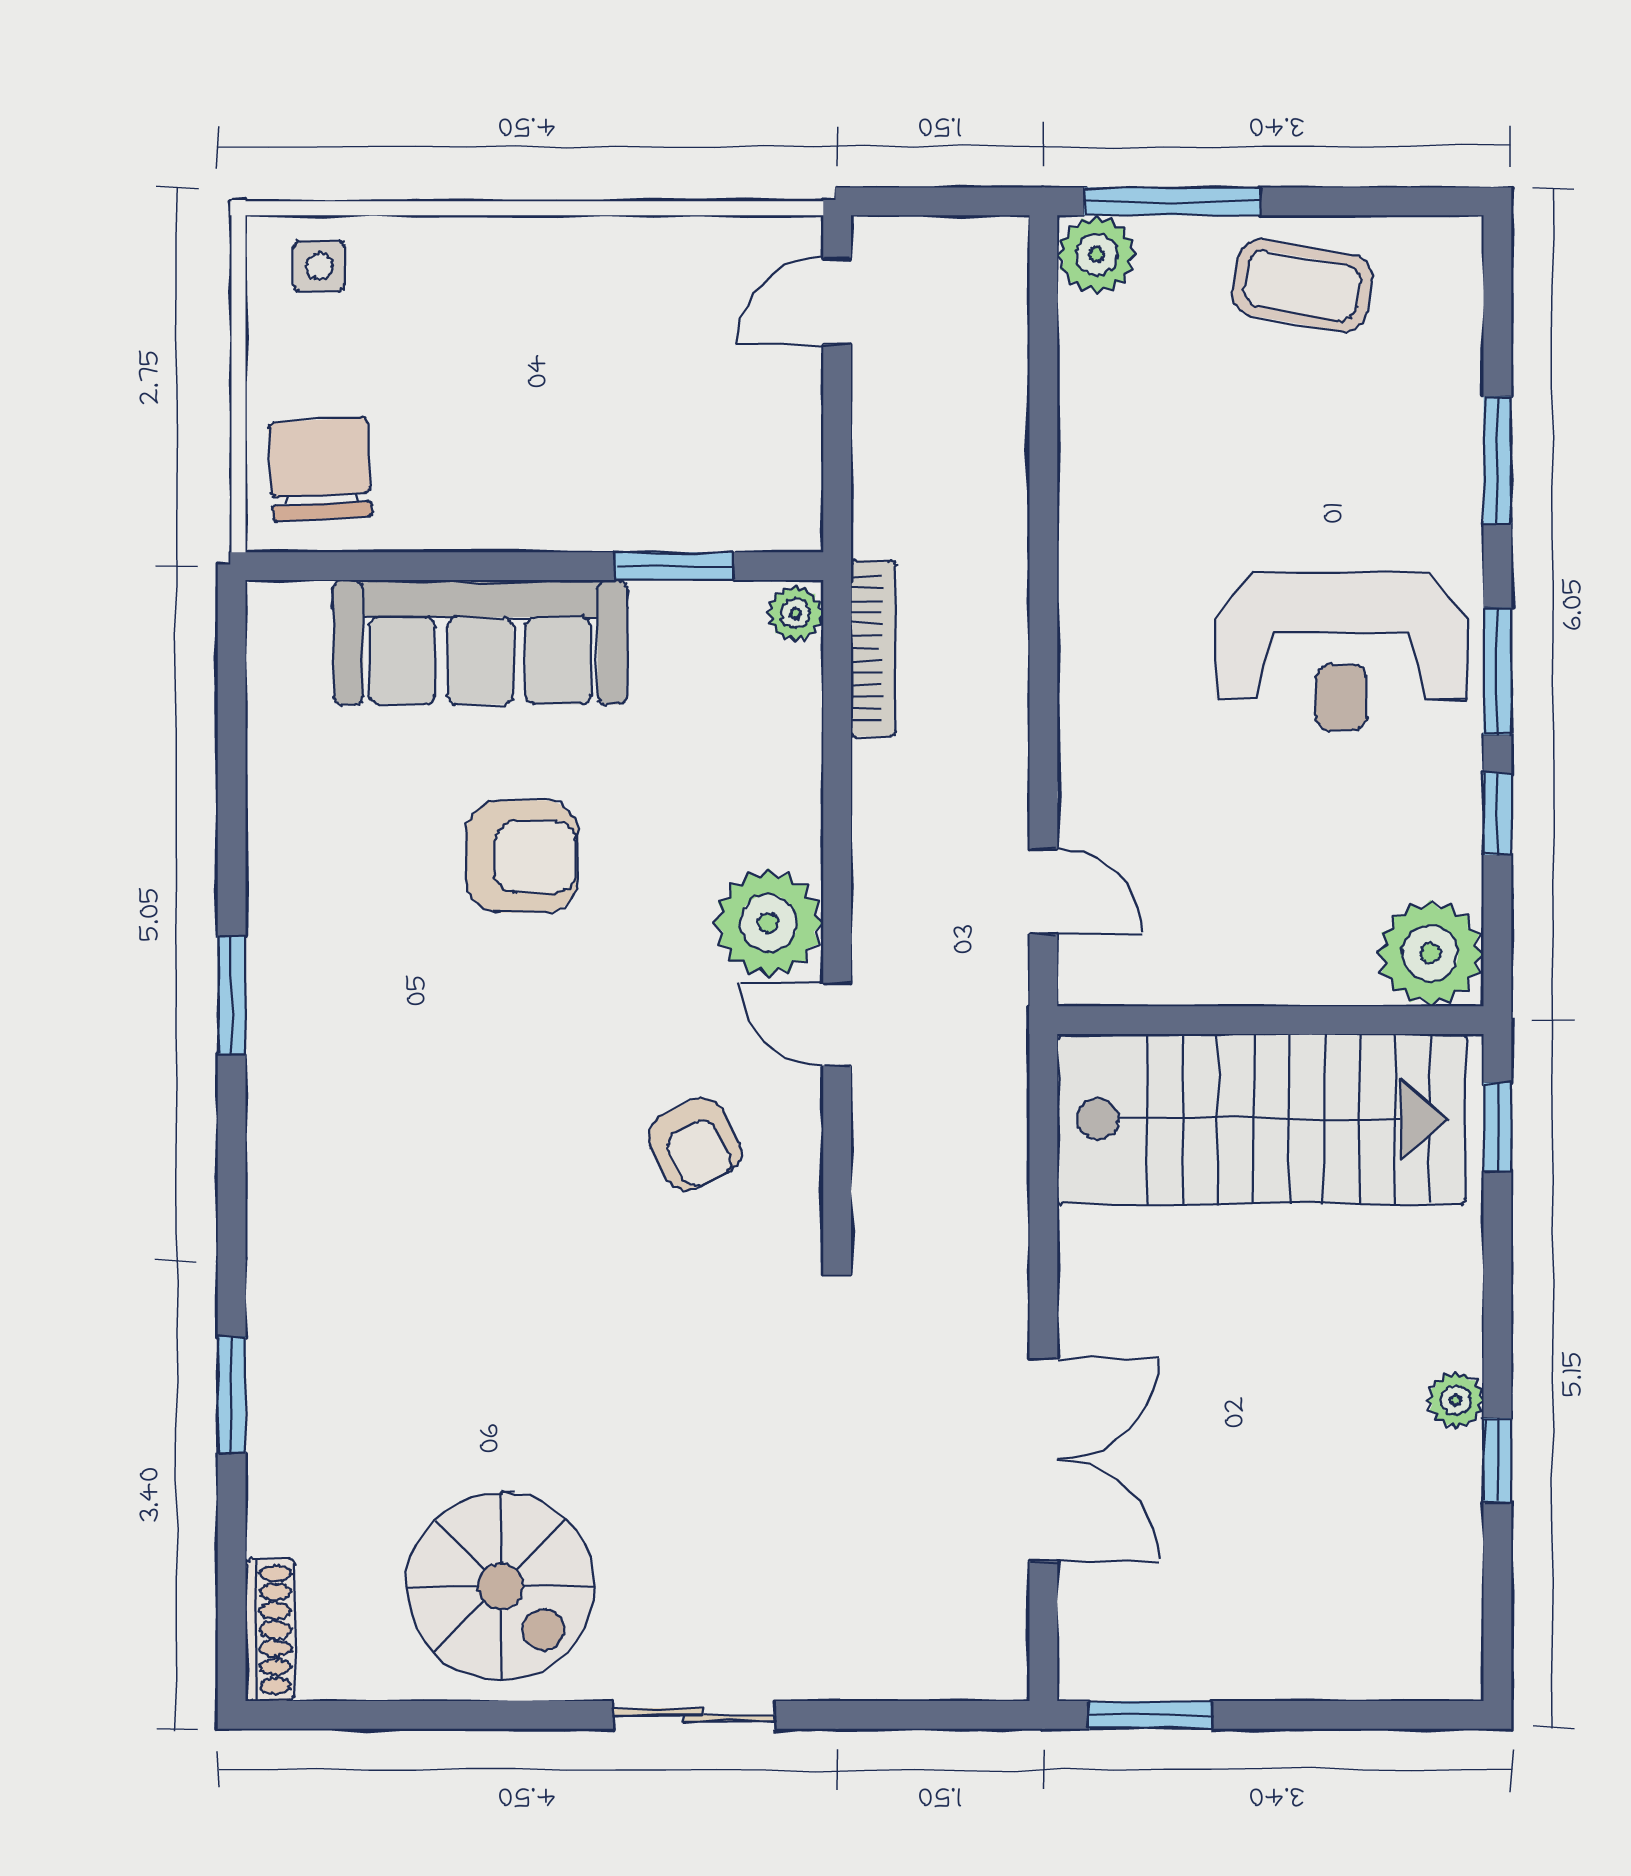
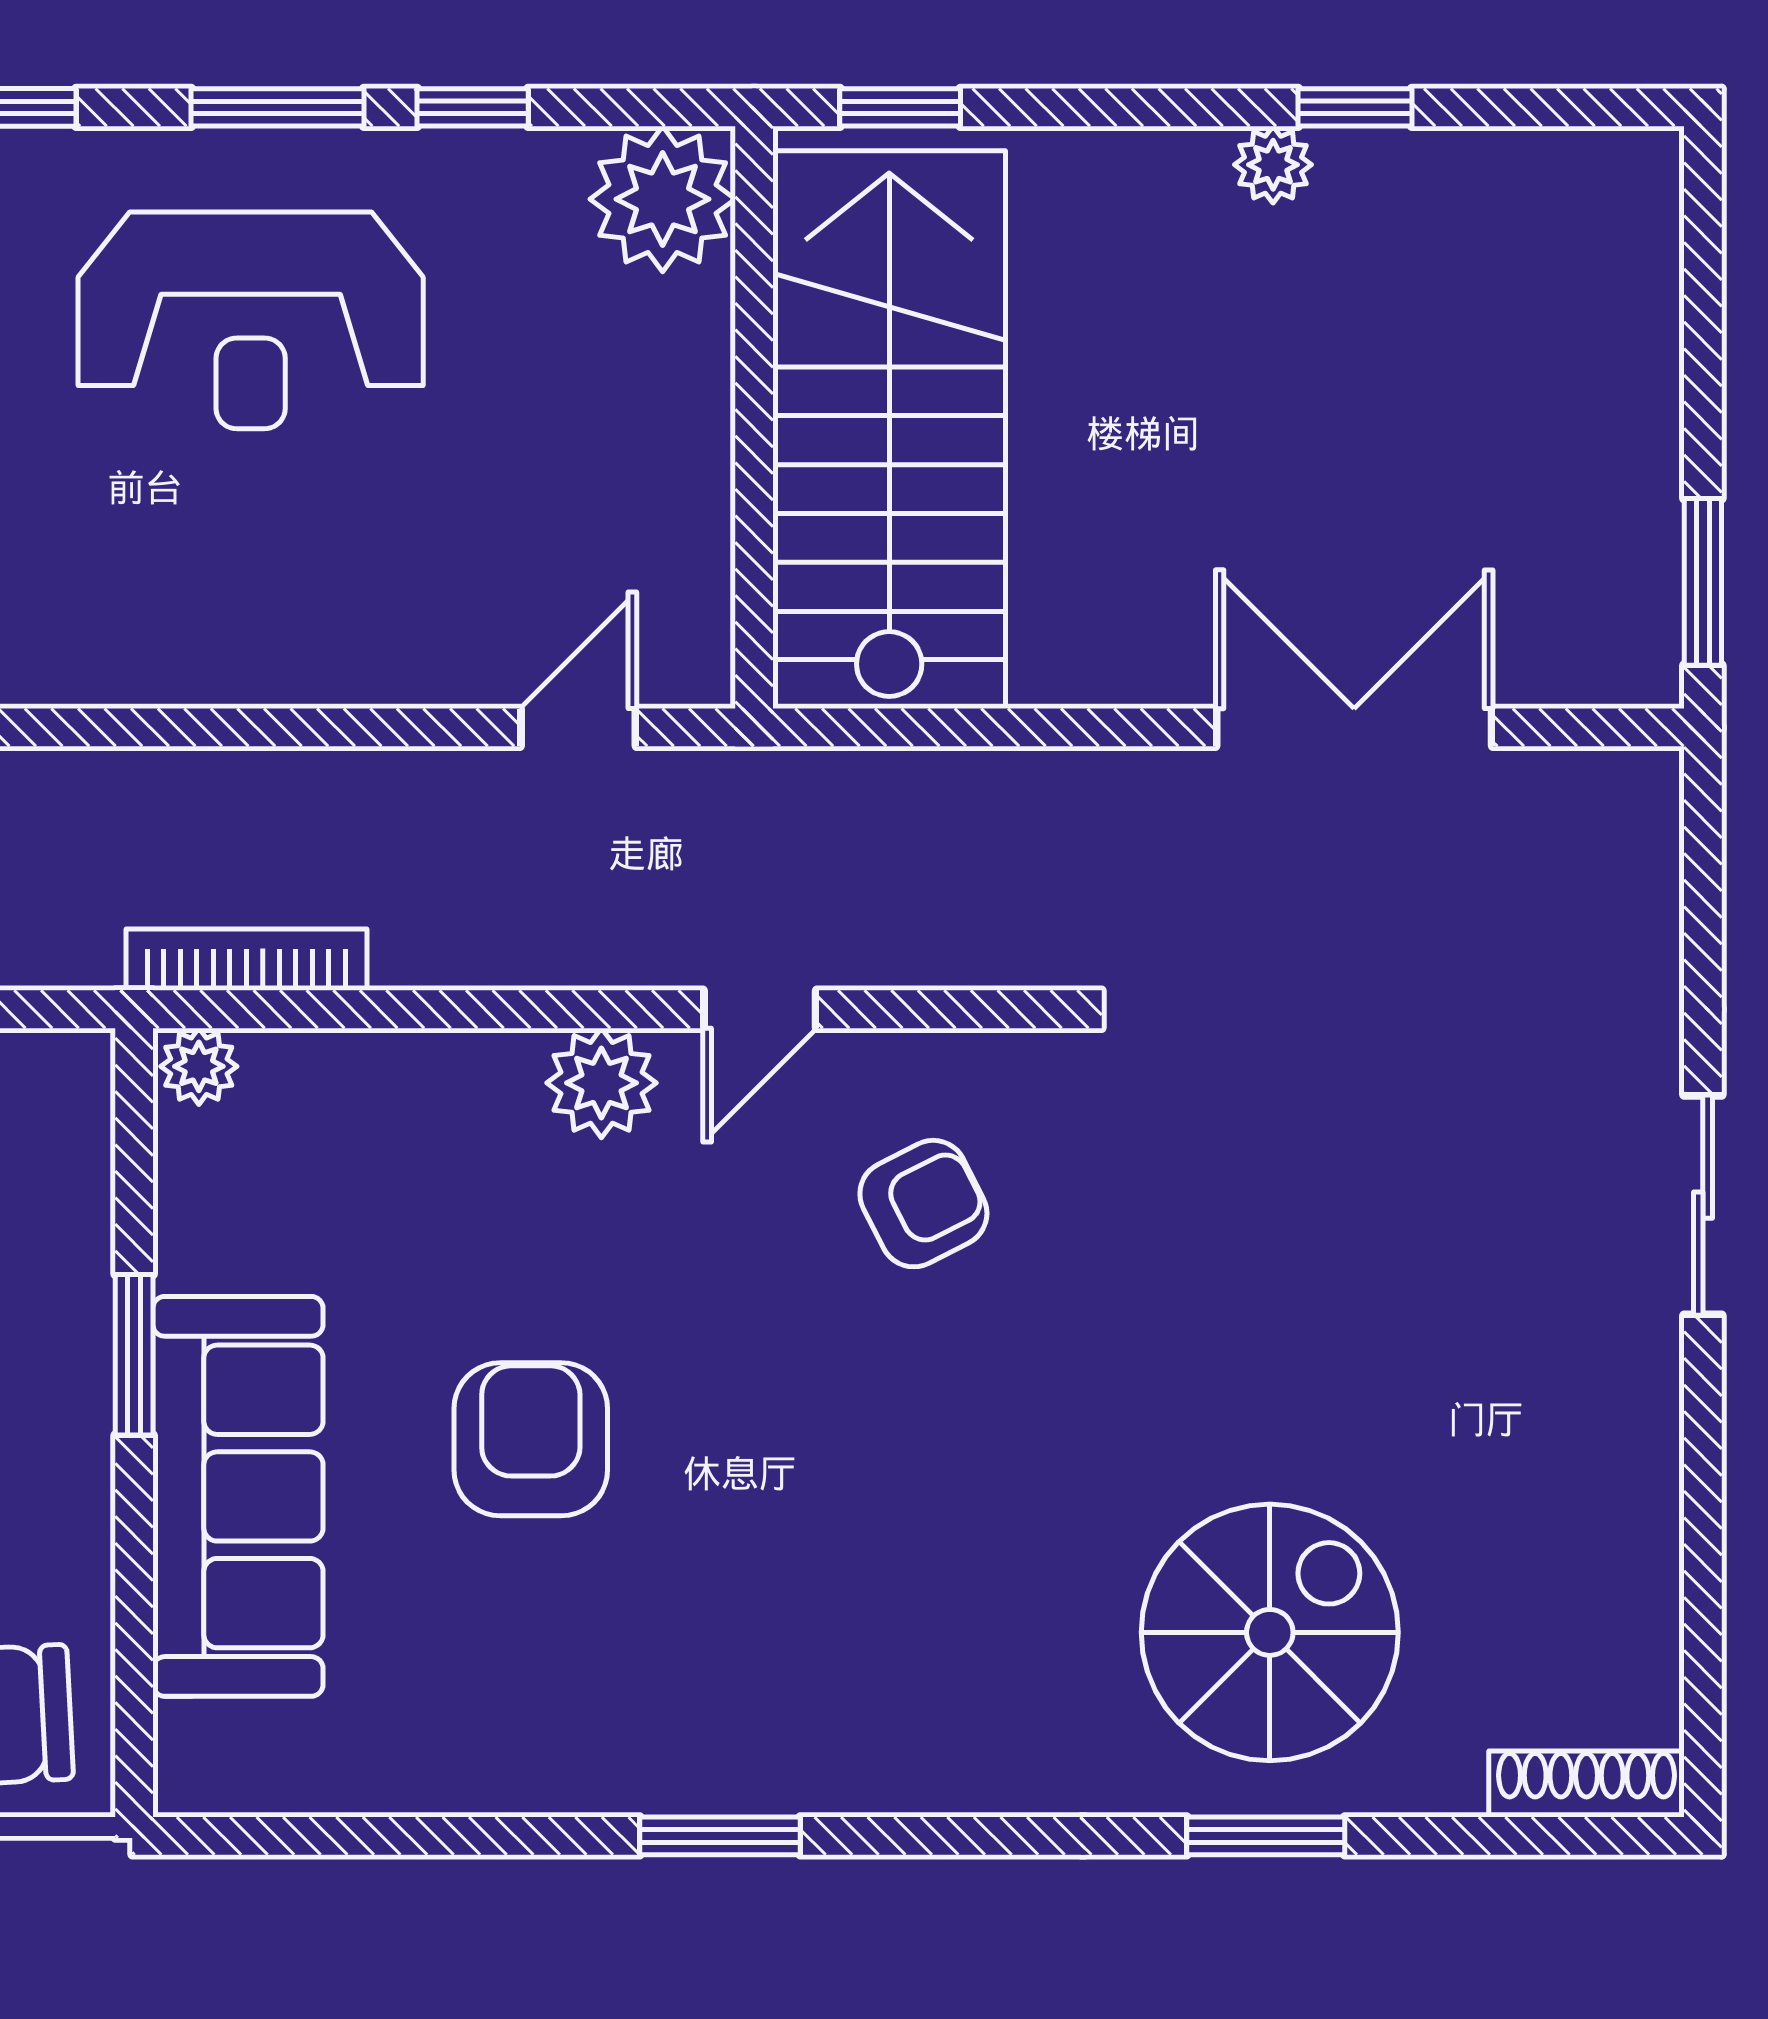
window: (675, 566) -> (134, 1355), moved
reception desk: (1341, 651) -> (251, 320), turned 90
plant: (769, 923) -> (601, 1083), width x0.73, depth x0.73
spiral stairs: (500, 1586) -> (1270, 1632), moved

